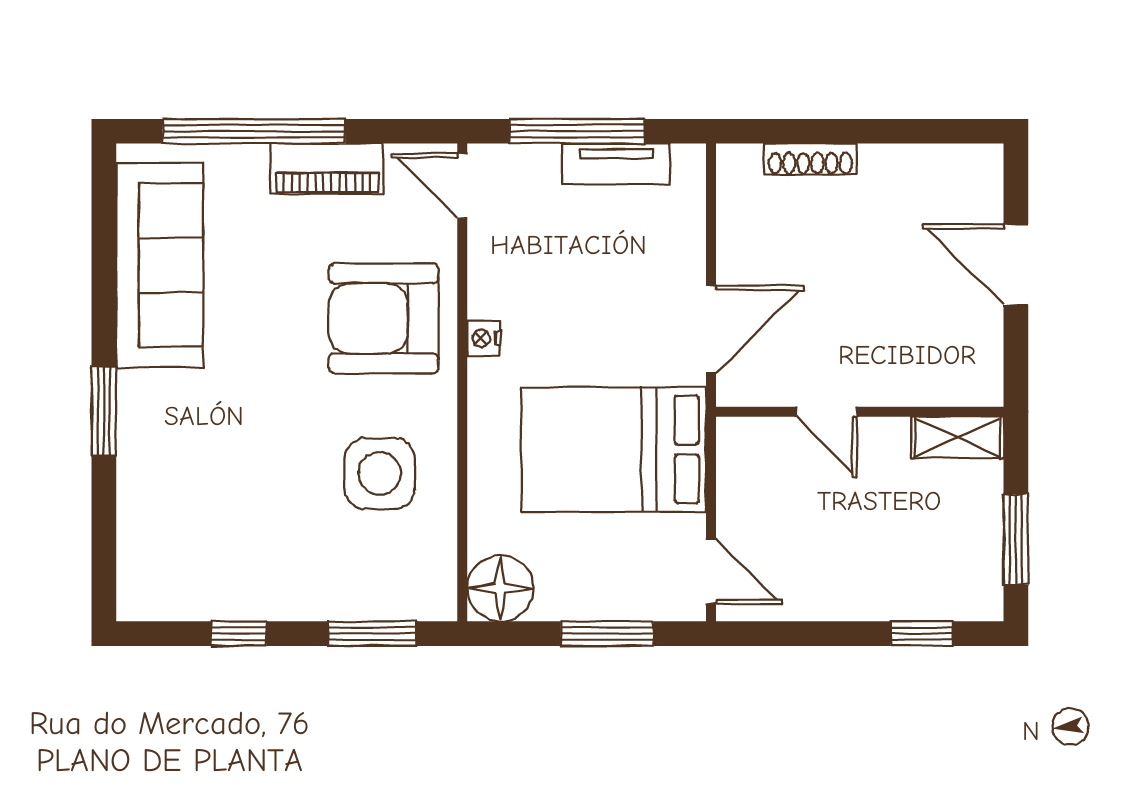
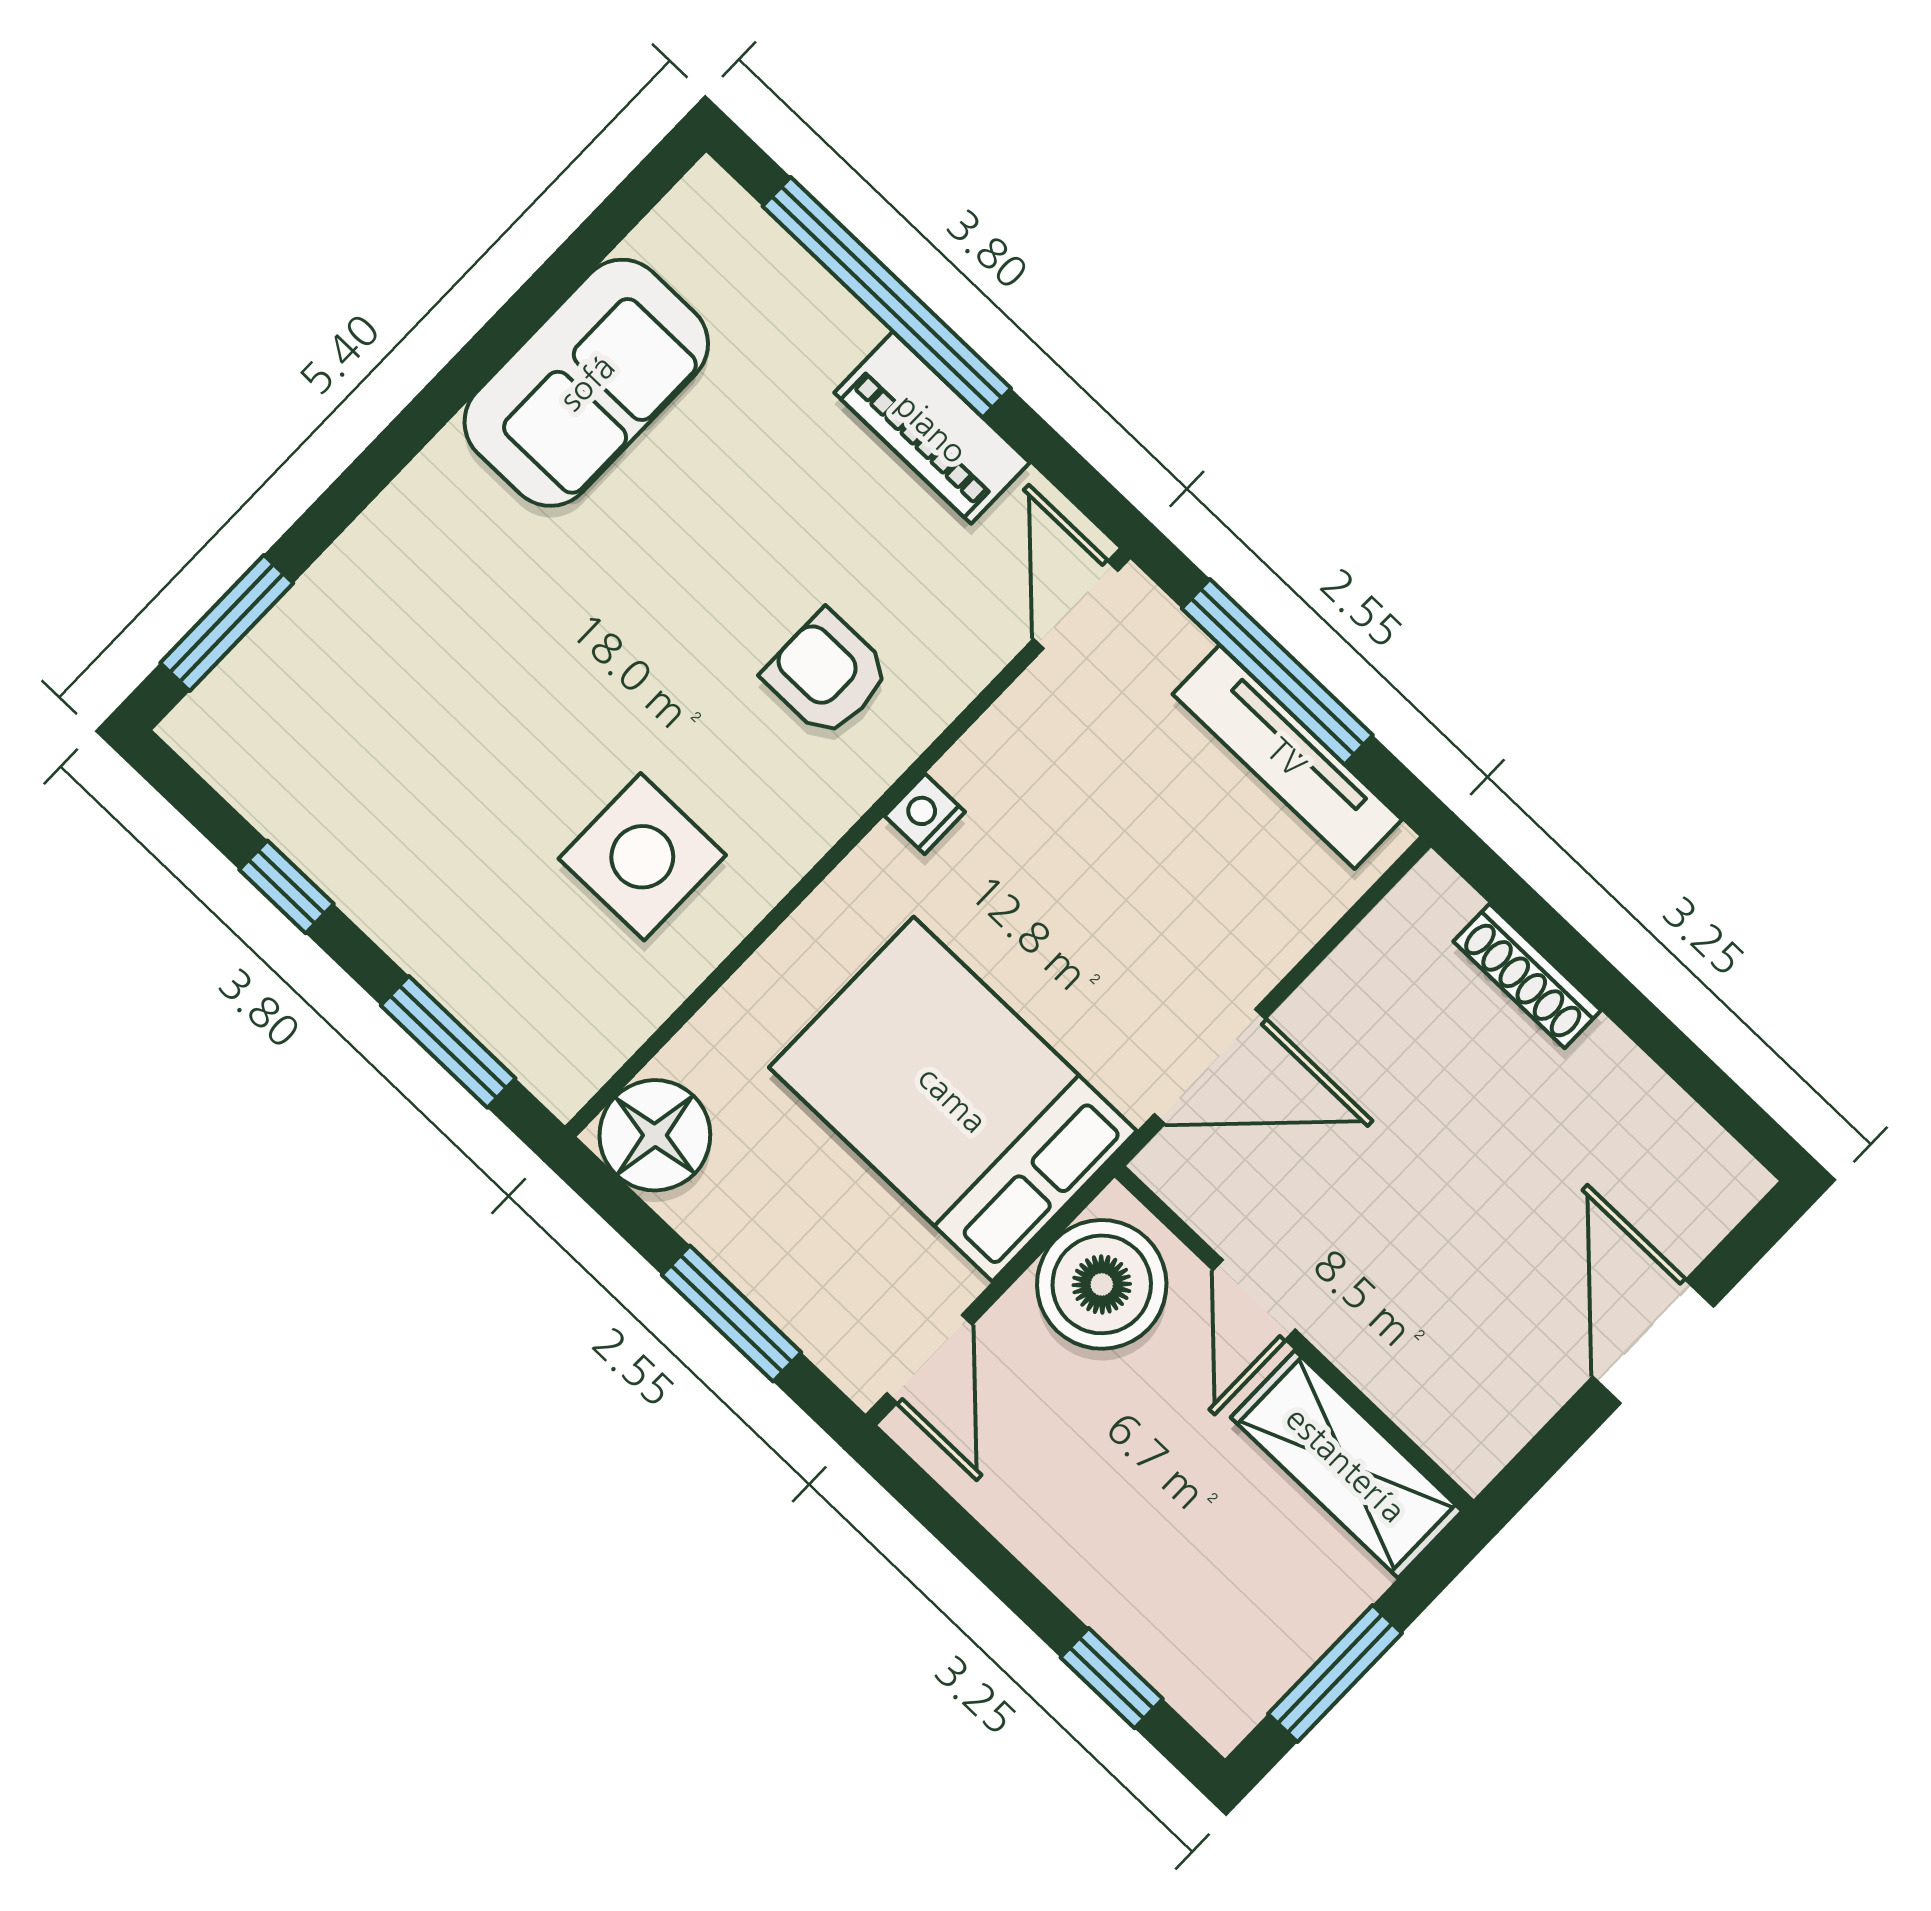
tv unit: (616, 164) -> (1287, 757), width x1.41
sofa: (160, 265) -> (586, 383), width x0.73
armchair: (384, 318) -> (827, 674), width x0.53, depth x0.53
window: (104, 411) -> (227, 623), moved
shelving: (957, 437) -> (1346, 1464), width x1.50, depth x1.33
boiler: (755, 468) -> (1102, 1284), added

